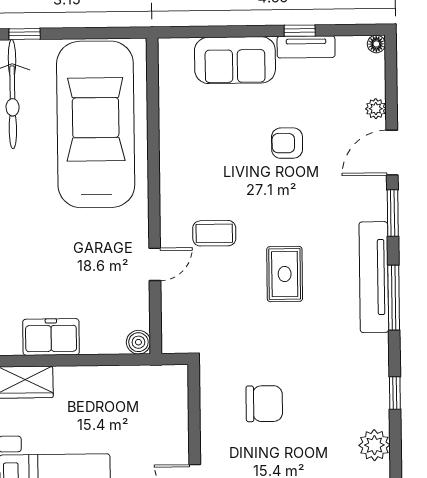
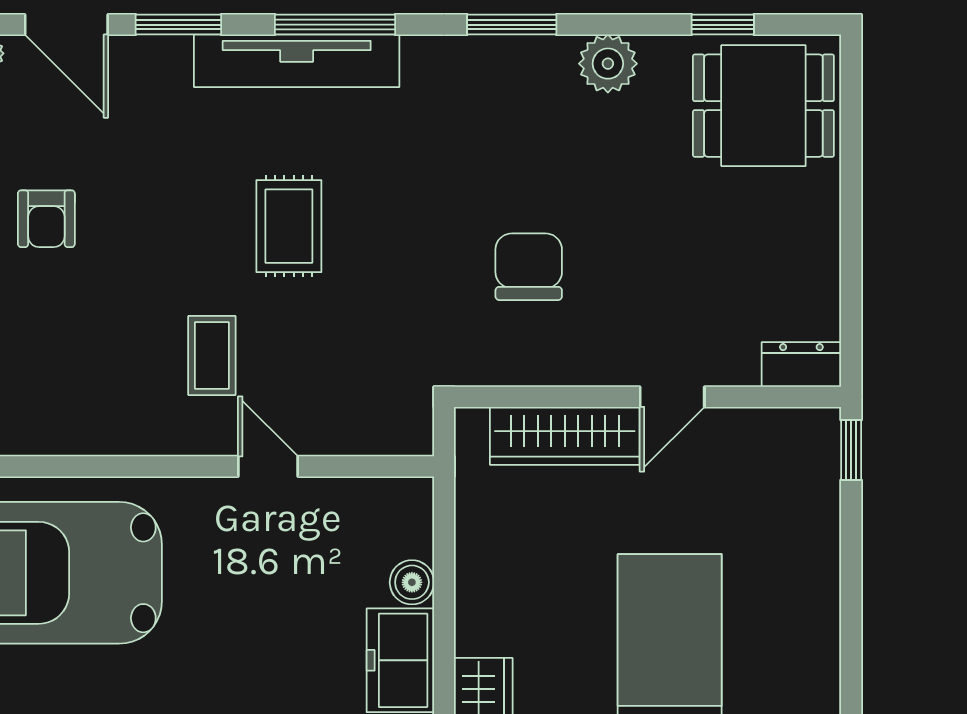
rug: (285, 274) -> (289, 226), turned 90
boiler: (138, 342) -> (412, 582), moved
window: (395, 393) -> (512, 25), width x1.50
wardrobe: (173, 424) -> (565, 436), added

